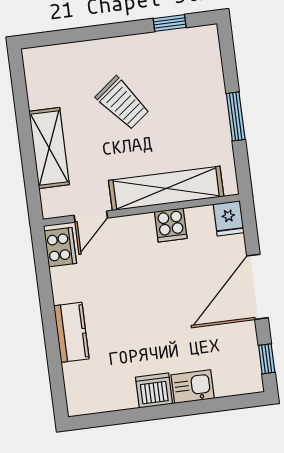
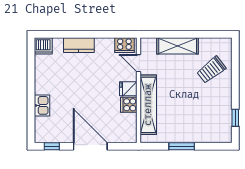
trolley: (123, 103) -> (211, 70), moved
fridge: (229, 218) -> (128, 89), moved
dishwasher: (154, 390) -> (43, 46), moved, turned 90

